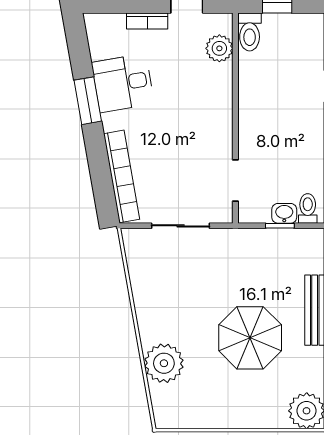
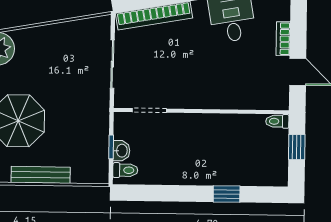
toilet: (250, 32) -> (277, 121), width x0.73, depth x0.72
plant: (219, 48) -> (259, 99), removed

